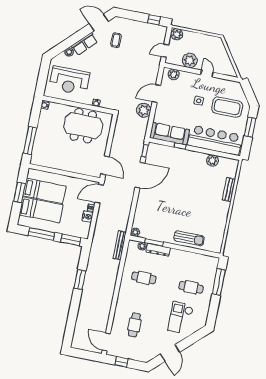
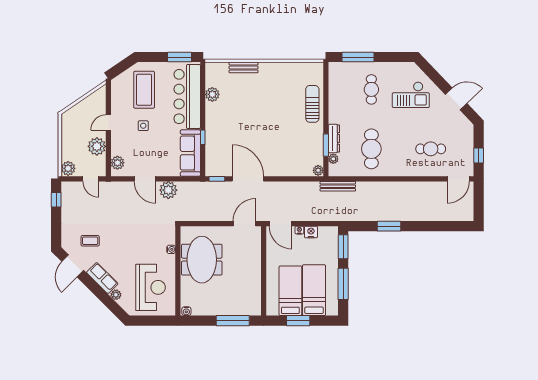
window: (250, 127) -> (180, 57), moved
cafe table: (144, 278) -> (371, 149), width x1.37, depth x1.35

